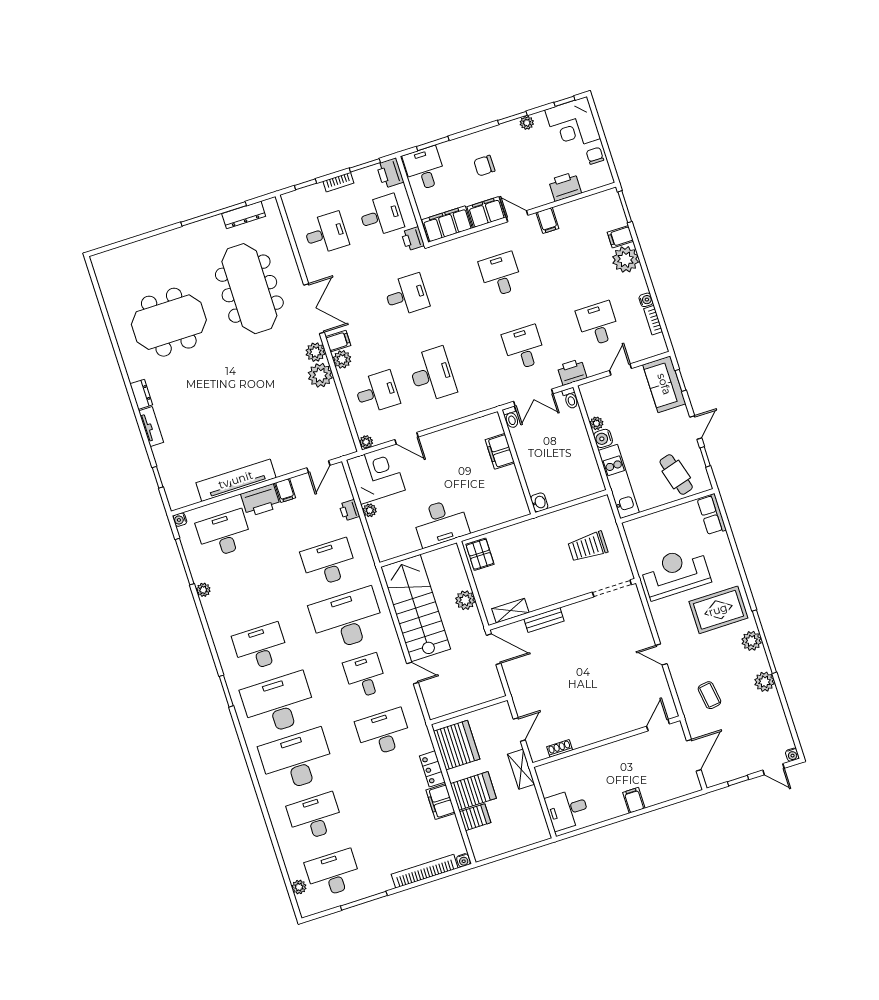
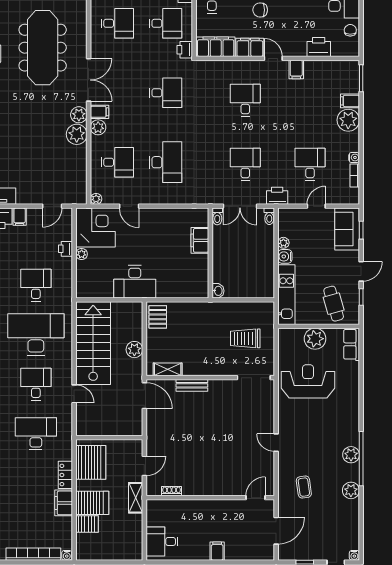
plant: (668, 521) -> (315, 339), added
desk: (329, 563) -> (36, 285), width x0.73
rug: (718, 610) -> (333, 422), removed

